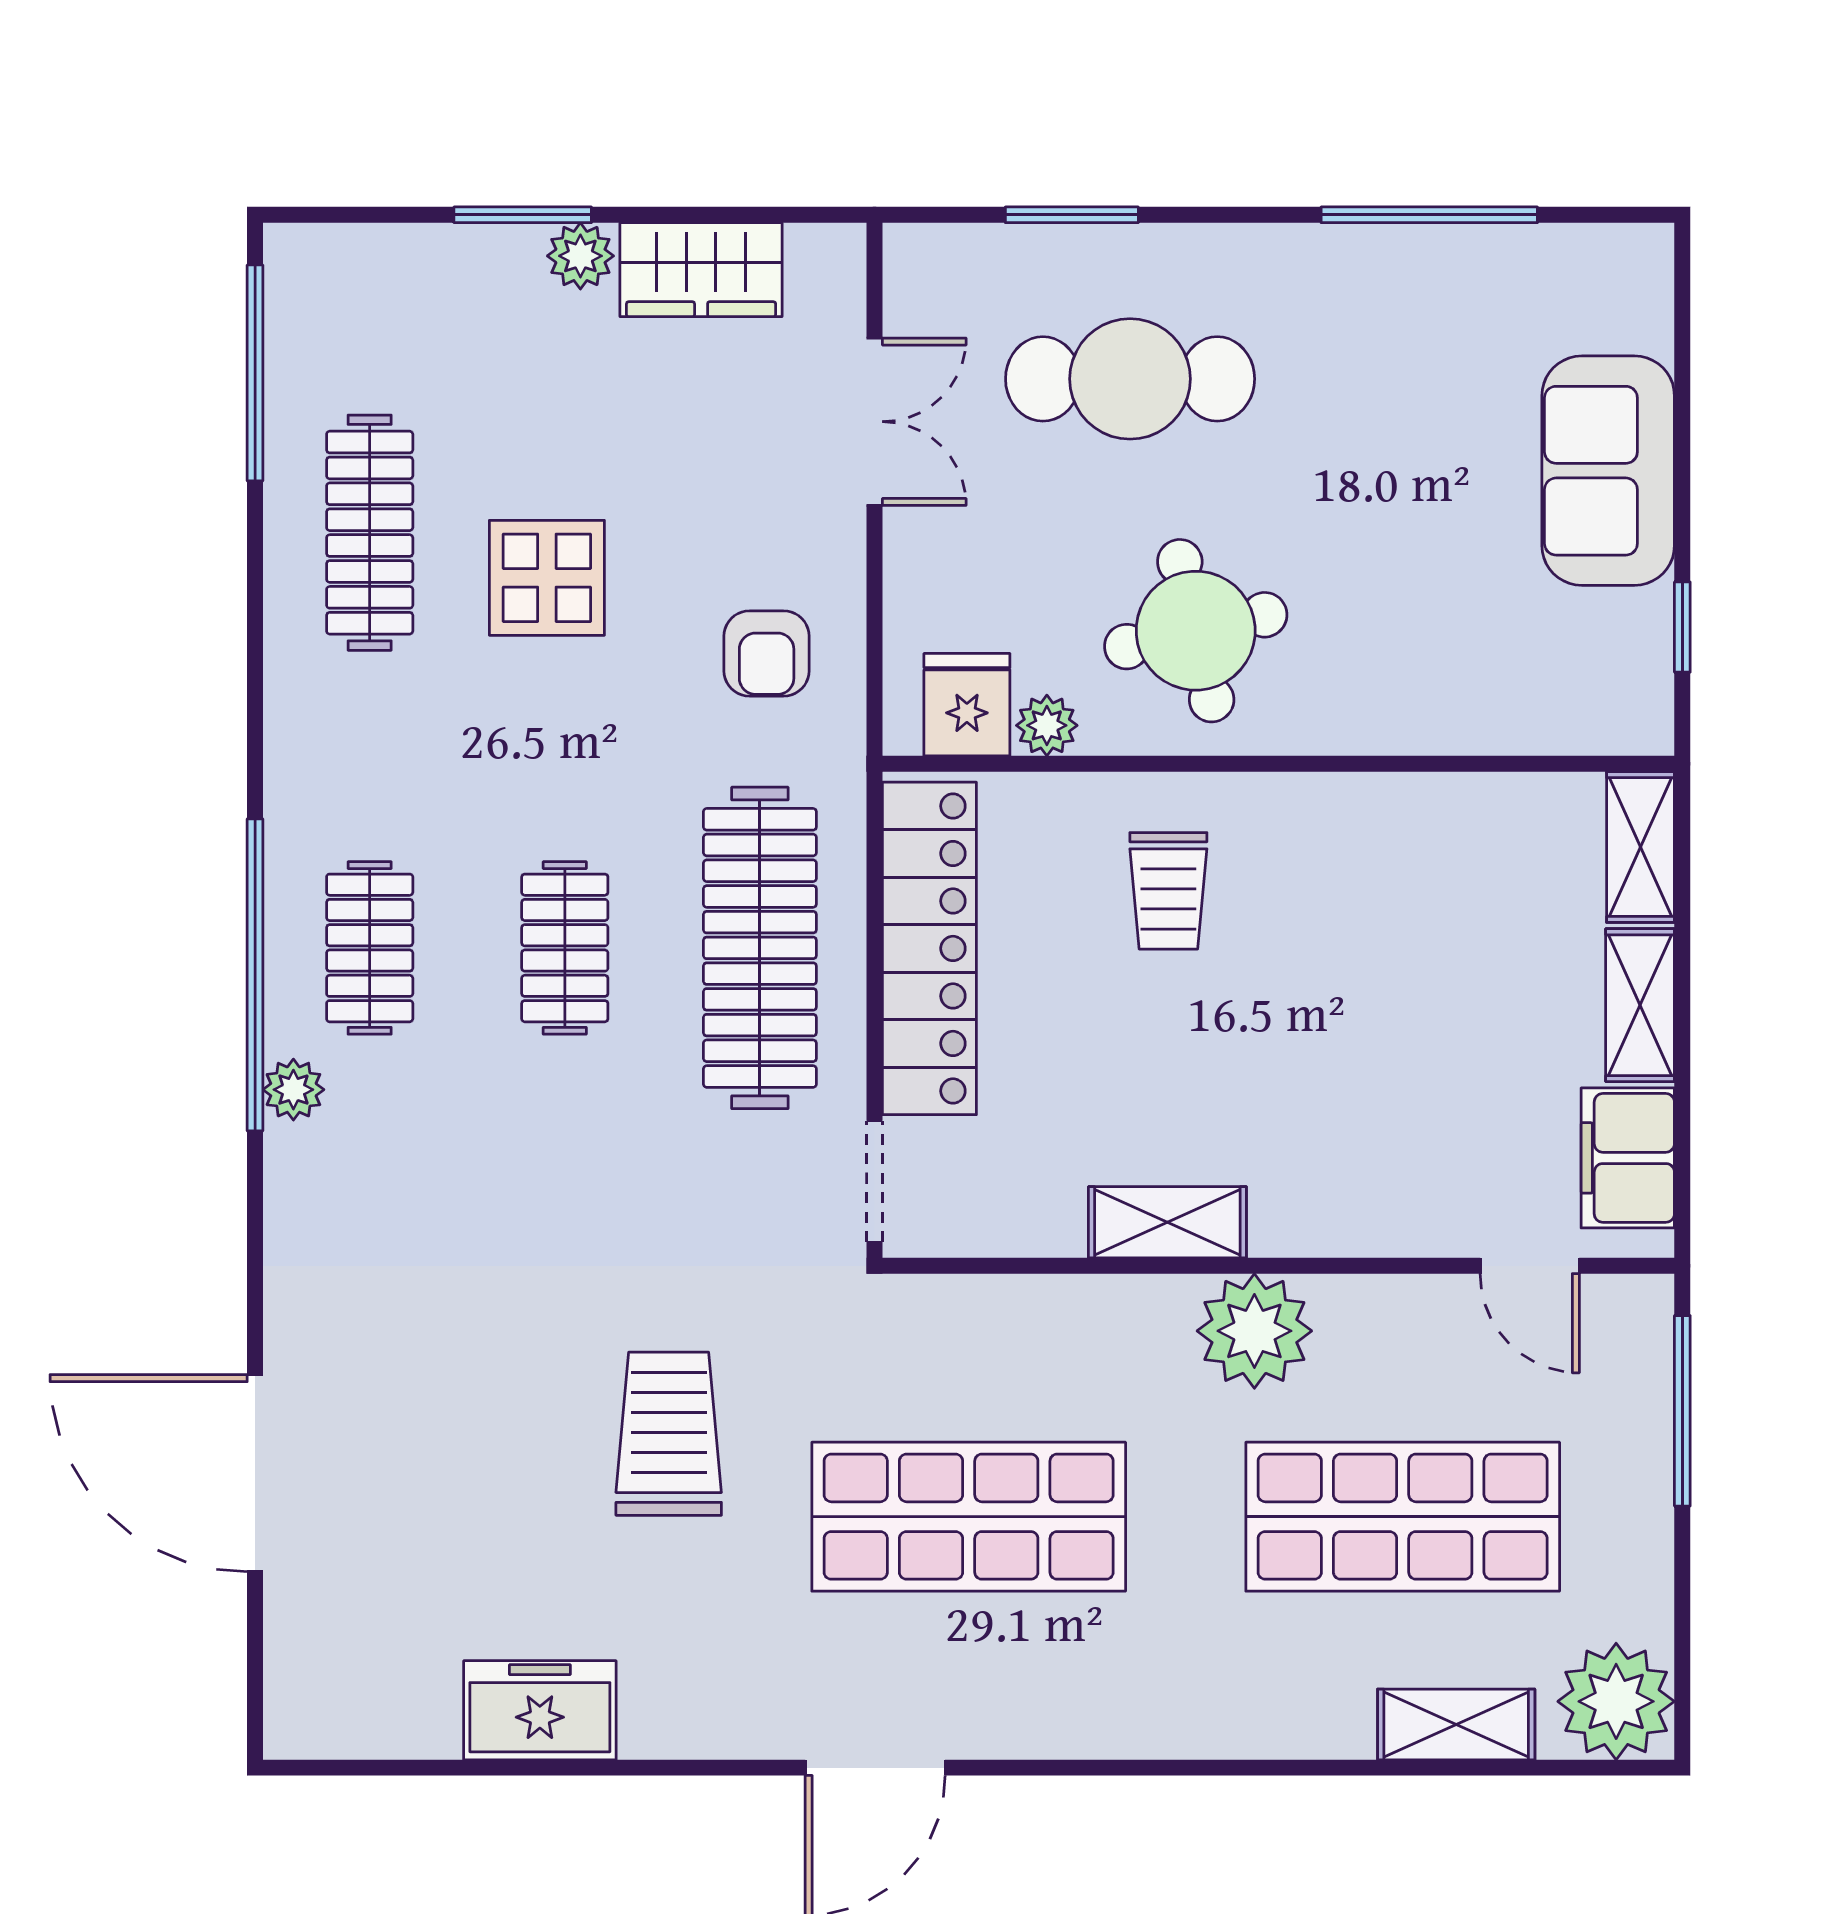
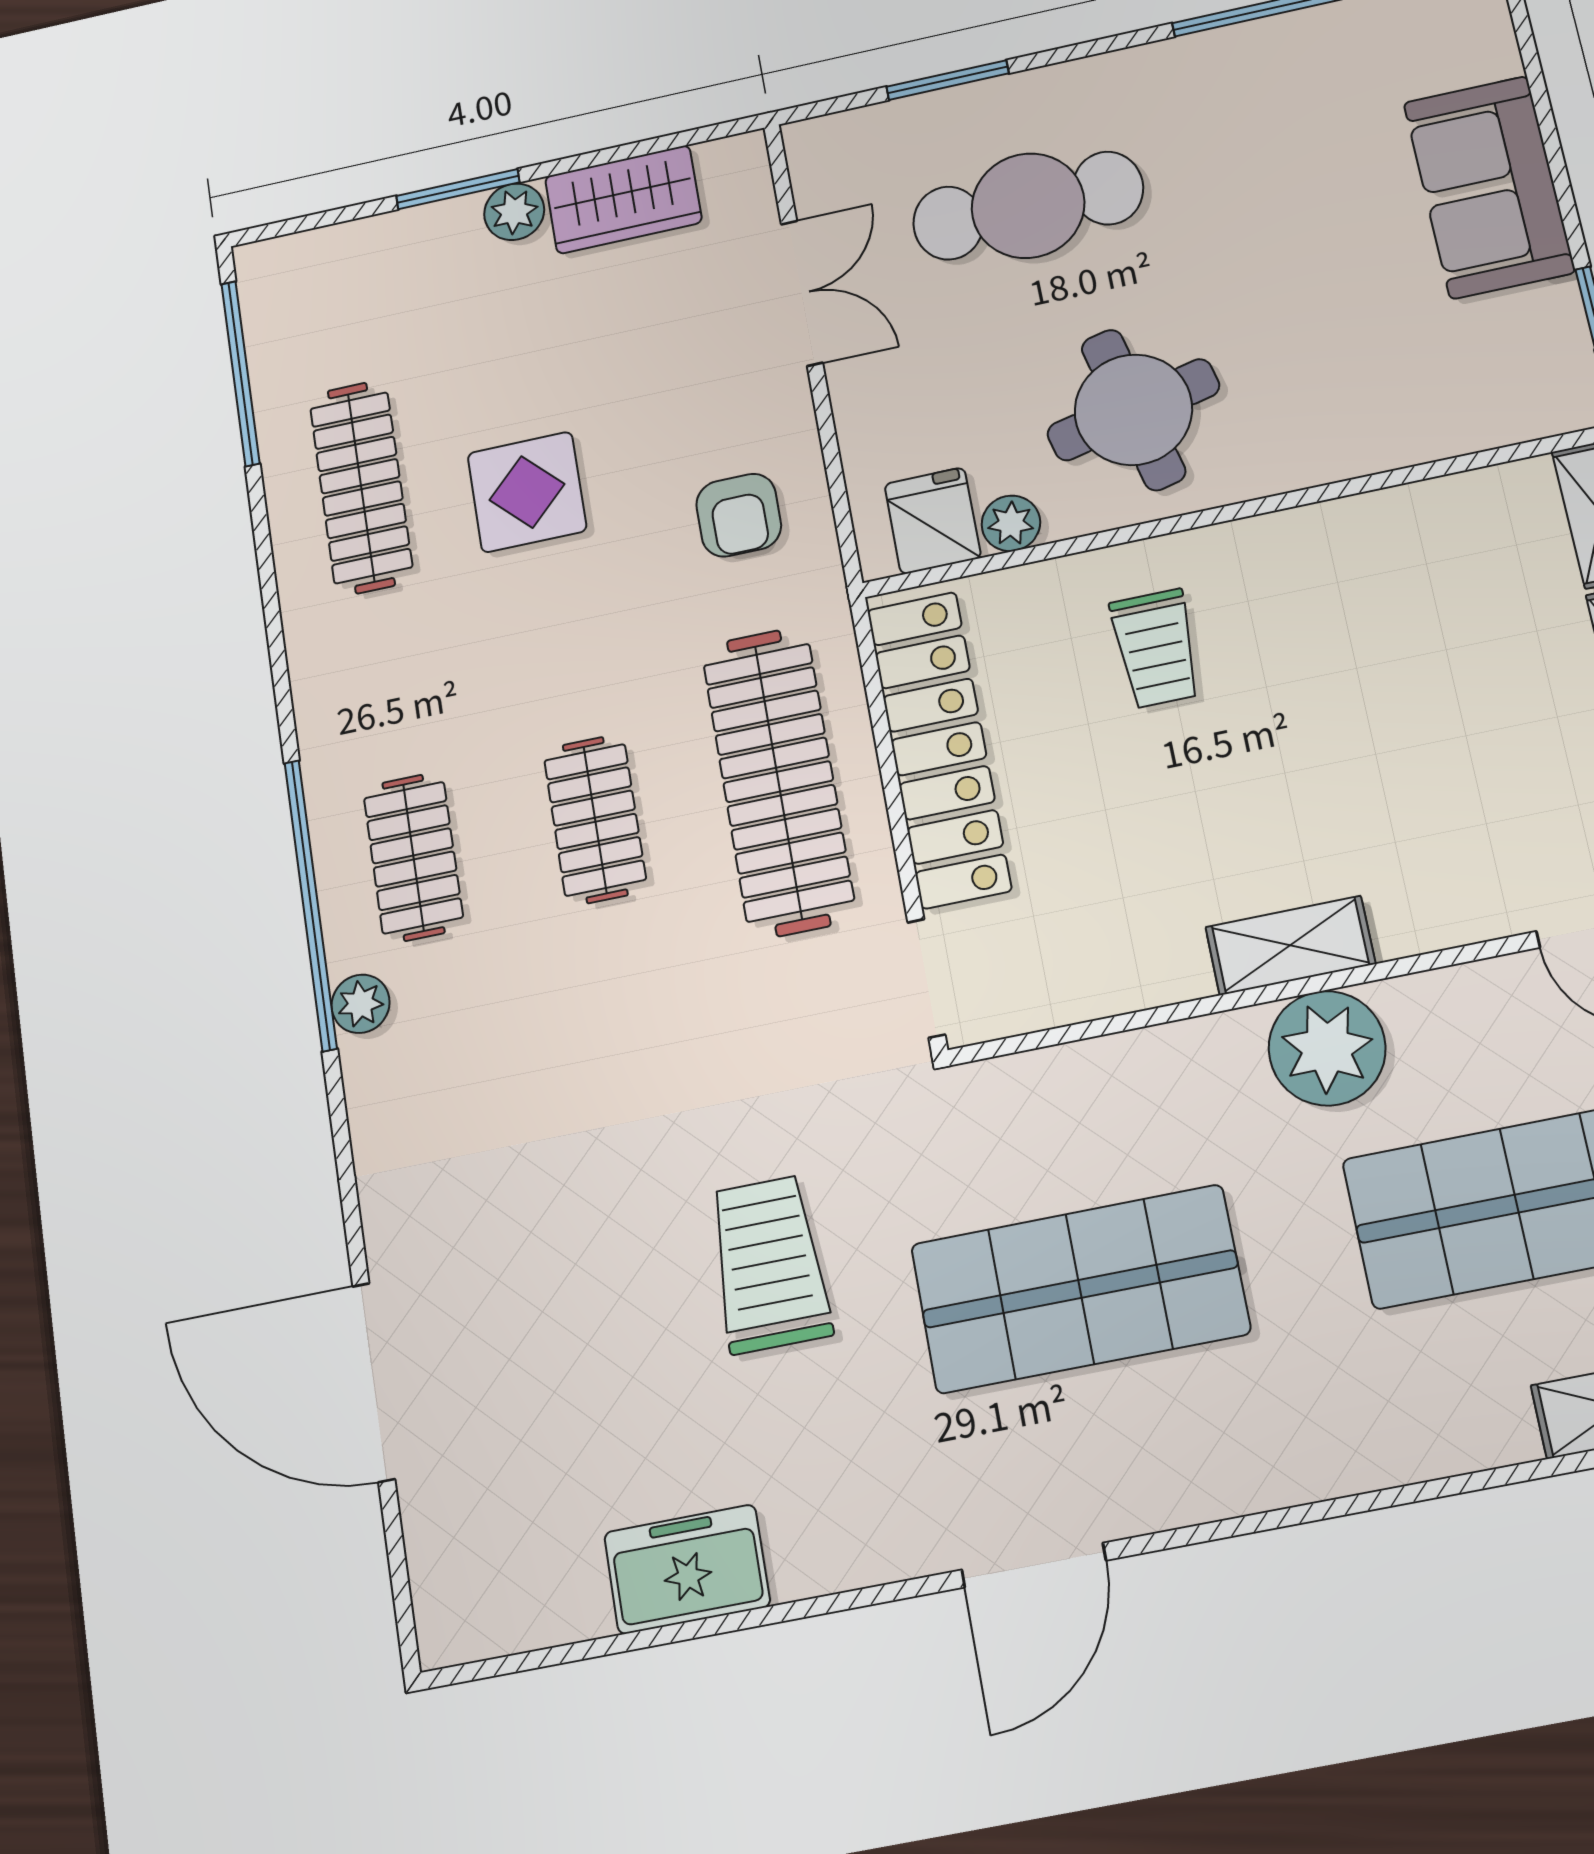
shelving: (1167, 1222) -> (1290, 945), moved

